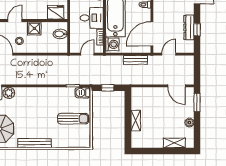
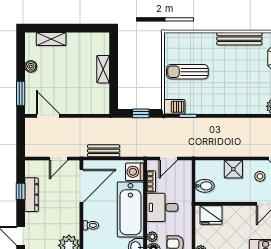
shower: (34, 28) -> (233, 169), moved

